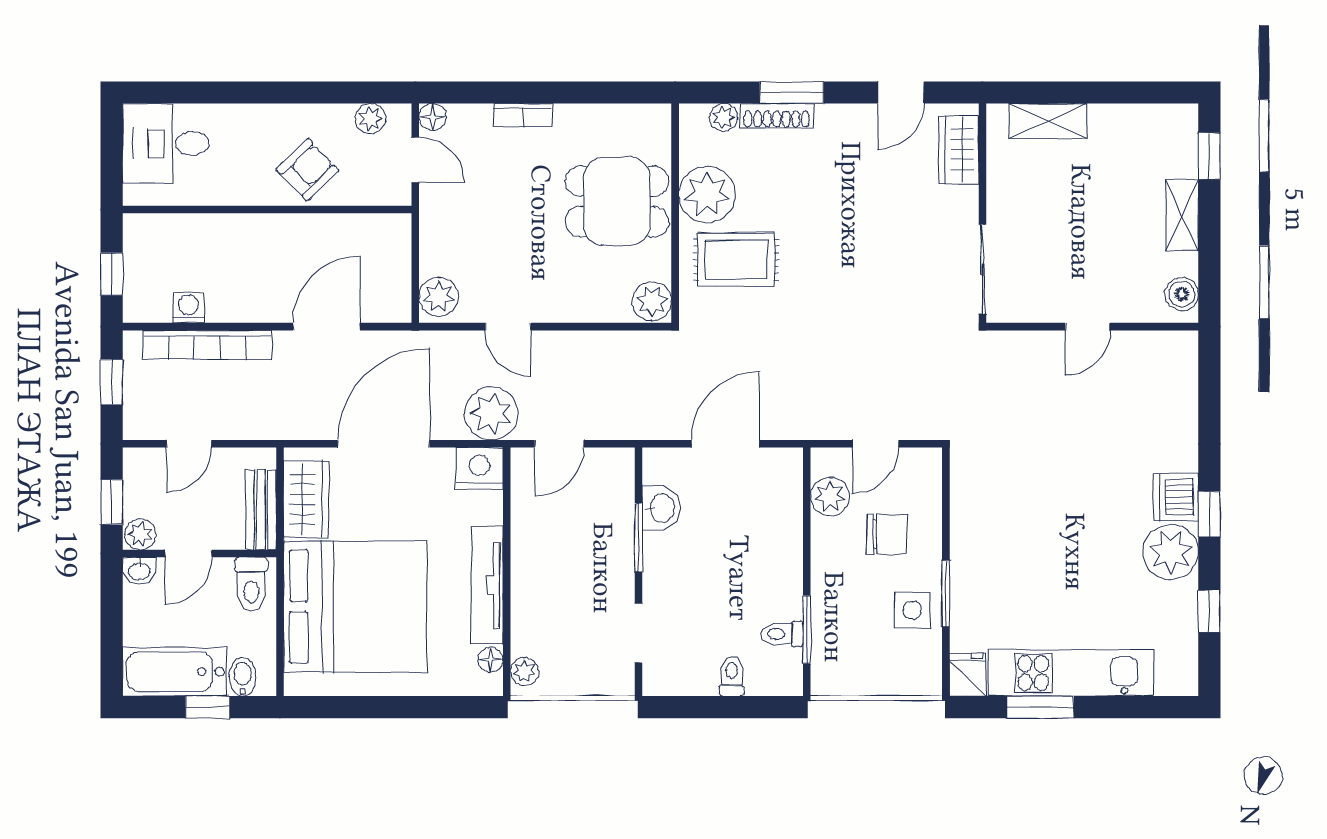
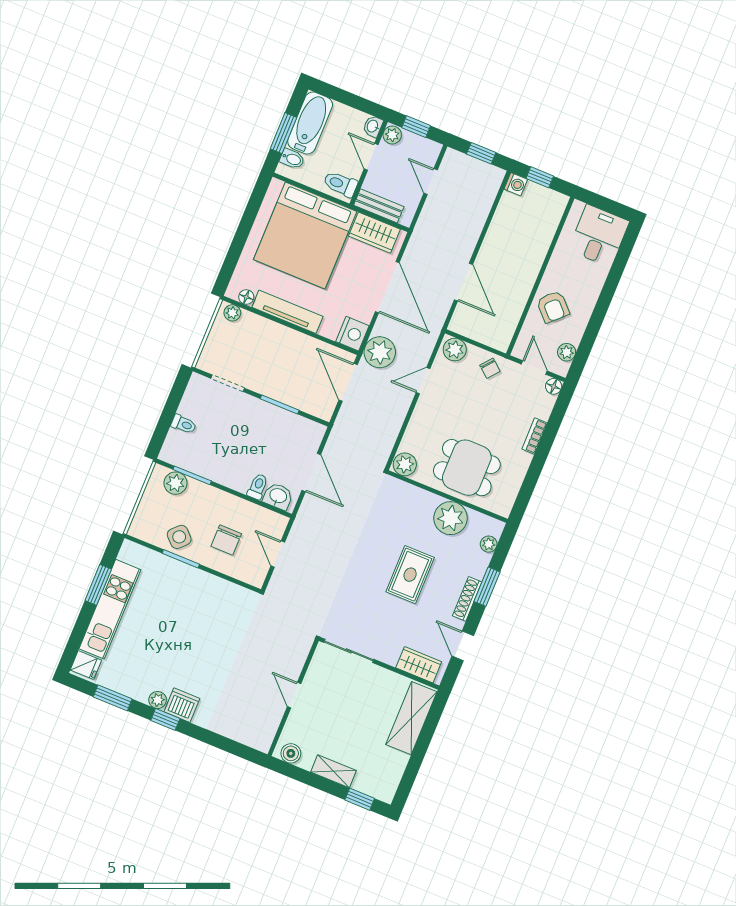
shoe rack: (777, 116) -> (467, 599), moved
shelving: (1048, 121) -> (411, 718), width x1.50, depth x1.33
door: (415, 160) -> (534, 368), swing flipped
dining table: (617, 201) -> (467, 468), turned 90
chair: (445, 229) -> (490, 368), added
rug: (736, 260) -> (410, 575), moved
washing machine: (188, 308) -> (516, 184), moved
bookcase: (207, 345) -> (480, 213), removed
door: (559, 444) -> (348, 382), width x1.38
plant: (830, 497) -> (176, 483), moved
washbasin: (661, 508) -> (278, 496), moved, turned 180
plant: (1171, 552) -> (158, 700), width x0.53, depth x0.53
side table: (912, 610) -> (179, 537), turned 45
window: (1209, 611) -> (113, 698), width x1.50
toilet: (782, 634) -> (258, 487), moved
fridge: (968, 675) -> (86, 665), moved
window: (208, 707) -> (283, 133), width x1.50

